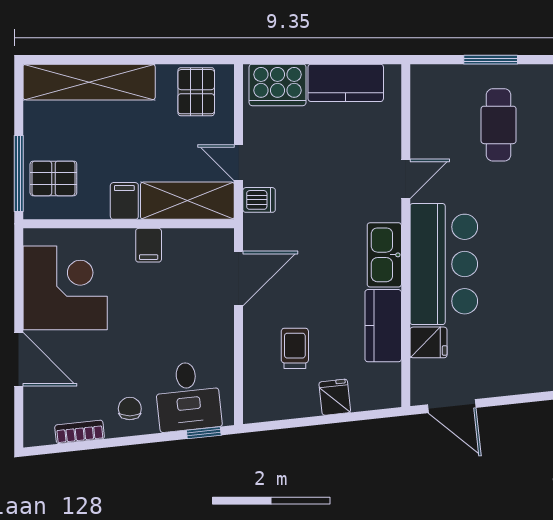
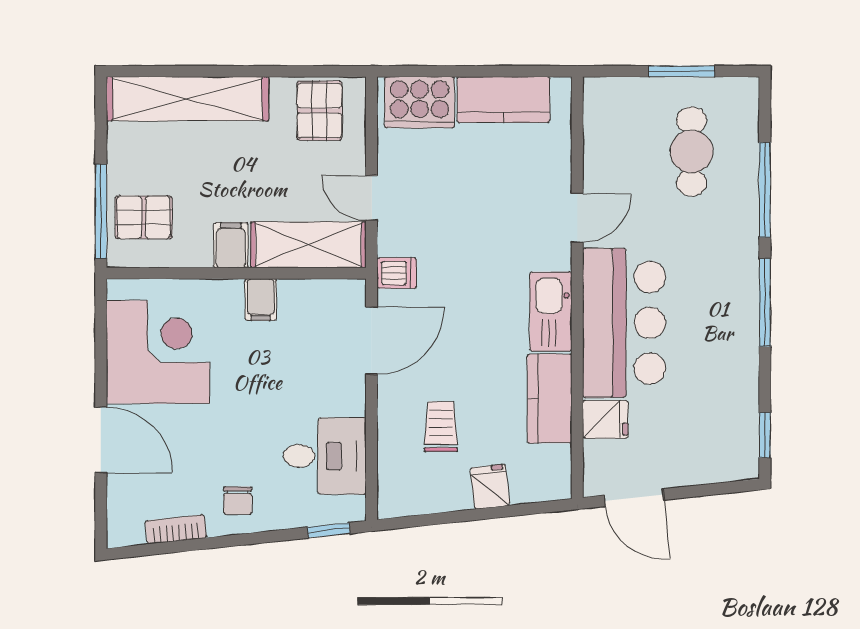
dishwasher: (259, 200) -> (397, 273), moved
desk: (188, 396) -> (325, 456), moved, turned -84
chair: (130, 409) -> (238, 501), turned 180

